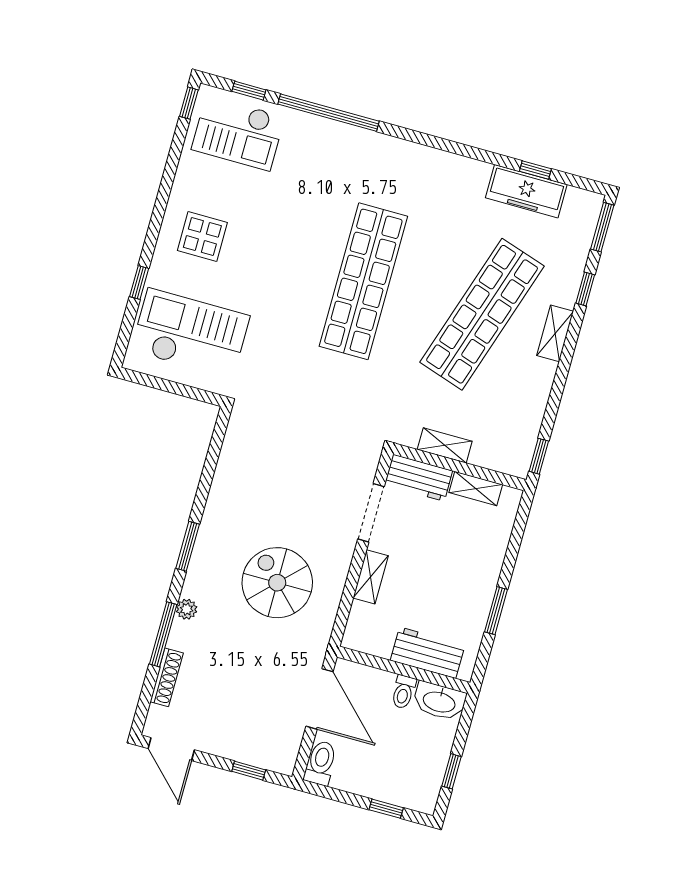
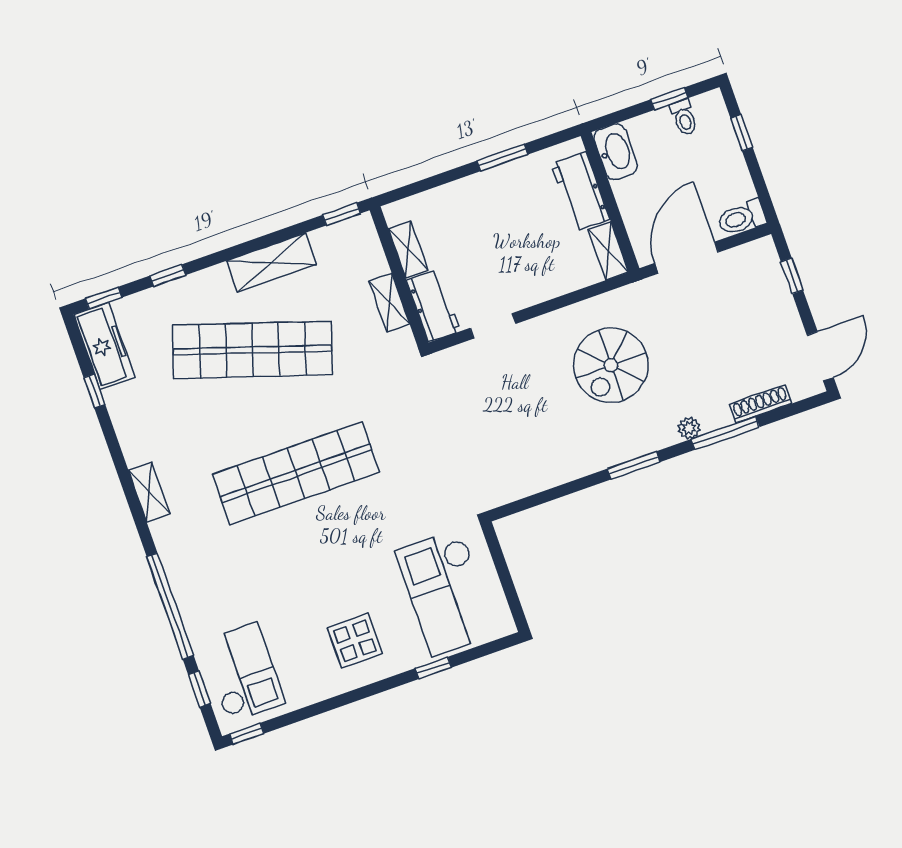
shelving: (428, 158) -> (149, 492), added
freezer: (526, 191) -> (104, 346), moved
window: (602, 227) -> (103, 298), width x0.67
shelving: (555, 333) -> (272, 263), moved, width x1.50, depth x1.33
doorway: (371, 513) -> (493, 326), width x0.73
shelving: (371, 577) -> (608, 251), moved, turned 90
toilet: (404, 692) -> (684, 118), moved, turned 90

